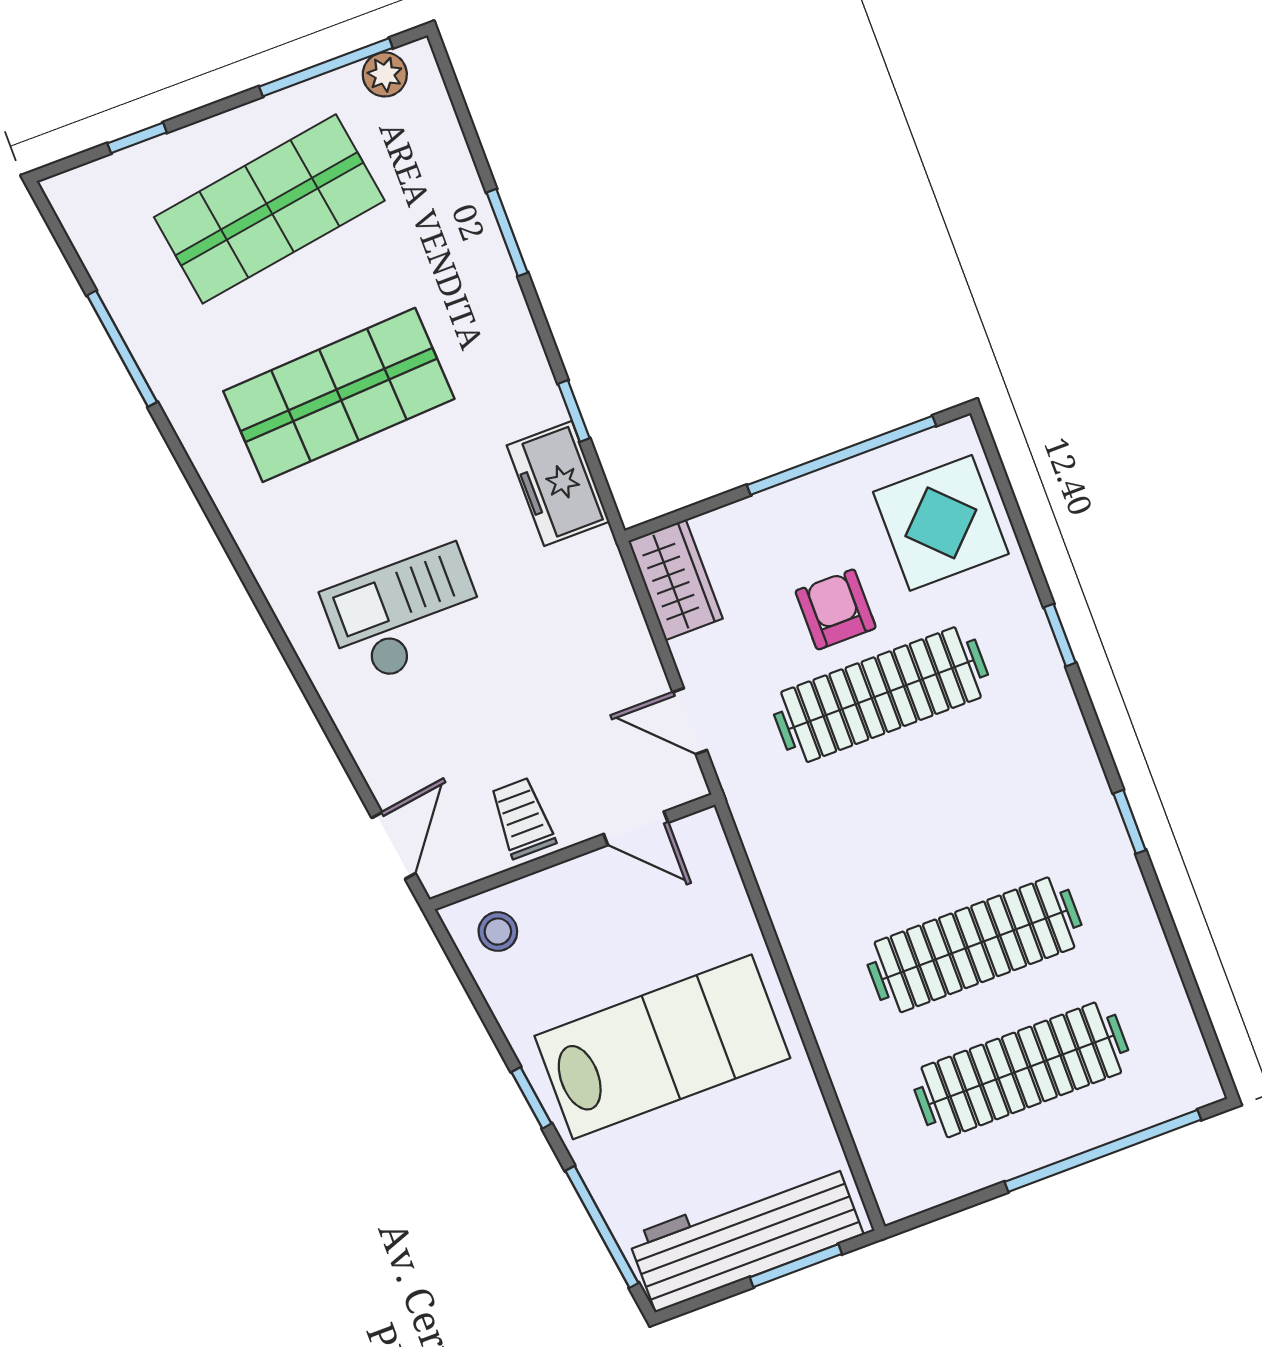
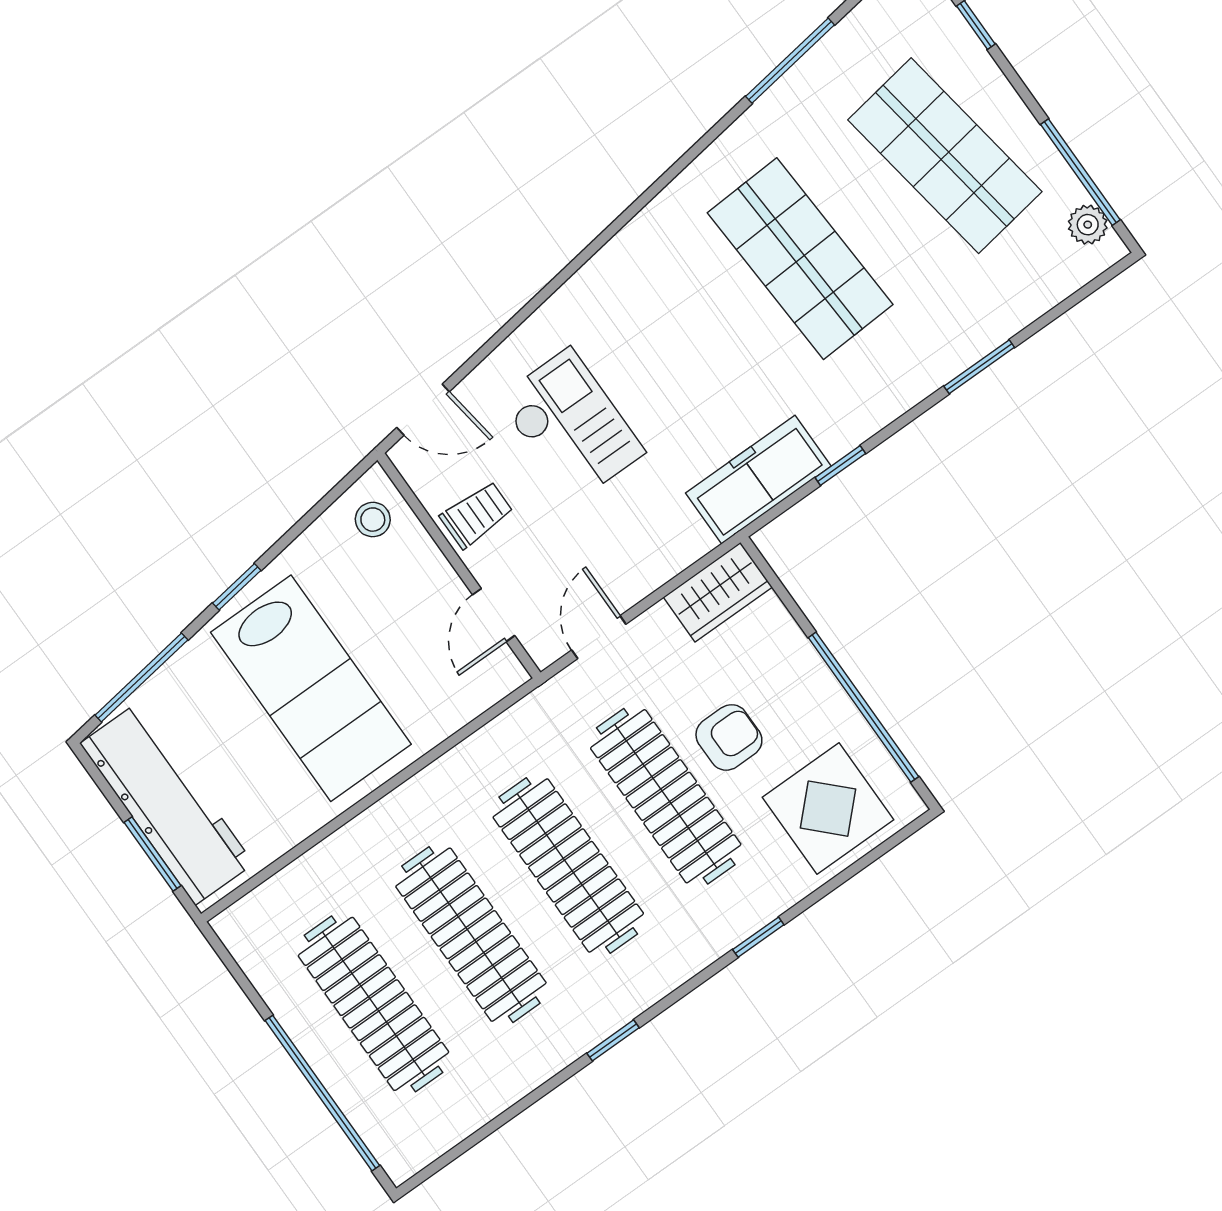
freezer: (558, 483) -> (758, 480), width x1.40
checkout: (405, 615) -> (571, 426), moved
clothes rail: (928, 820) -> (568, 865), added

